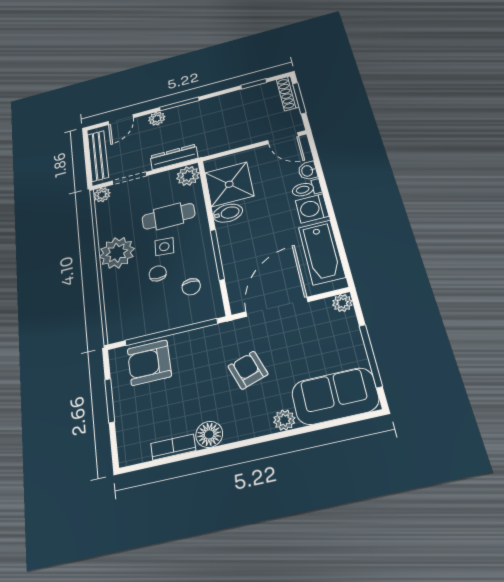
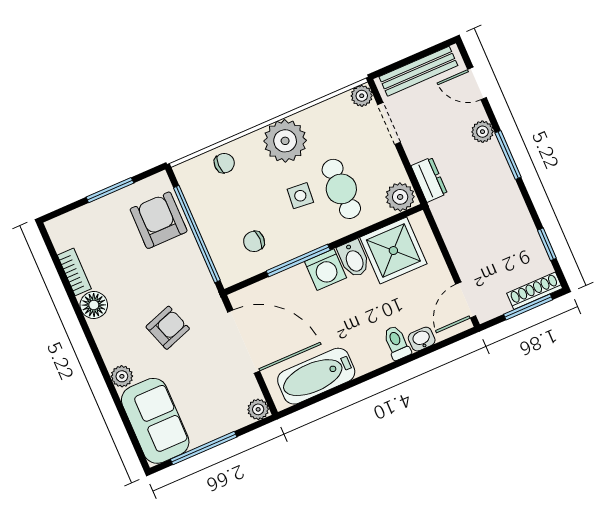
dresser: (174, 157) -> (429, 180), width x0.70
washing machine: (312, 208) -> (326, 270), moved, turned 180
chair: (158, 273) -> (224, 163), moved

